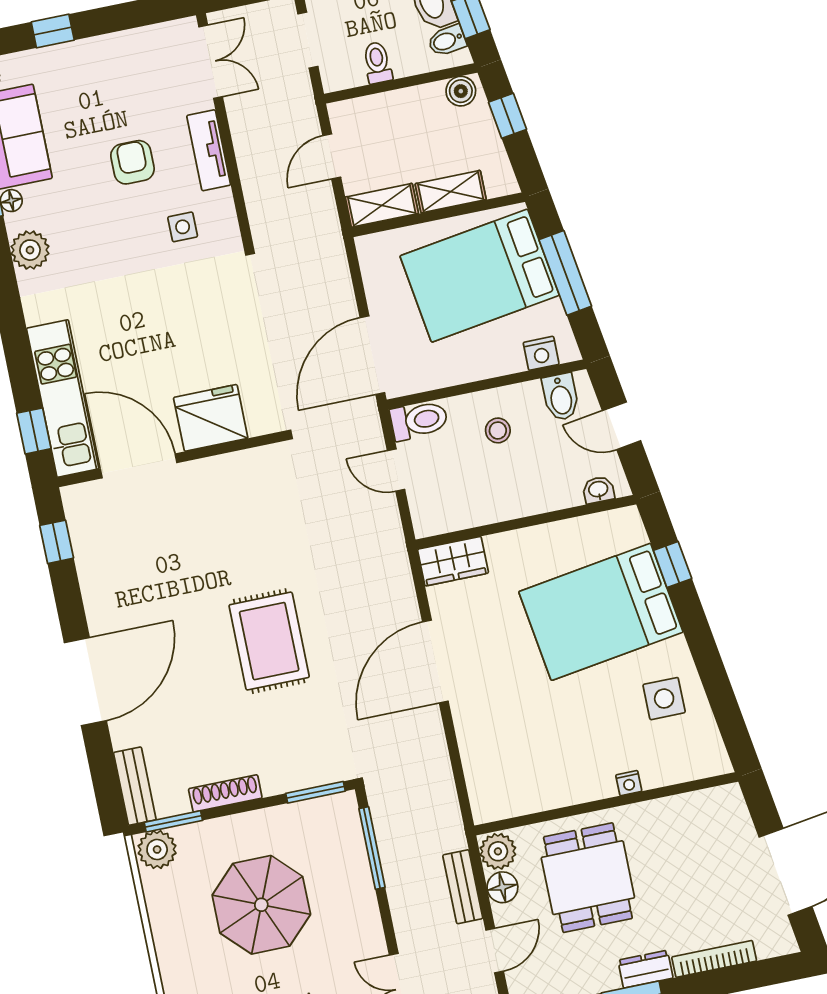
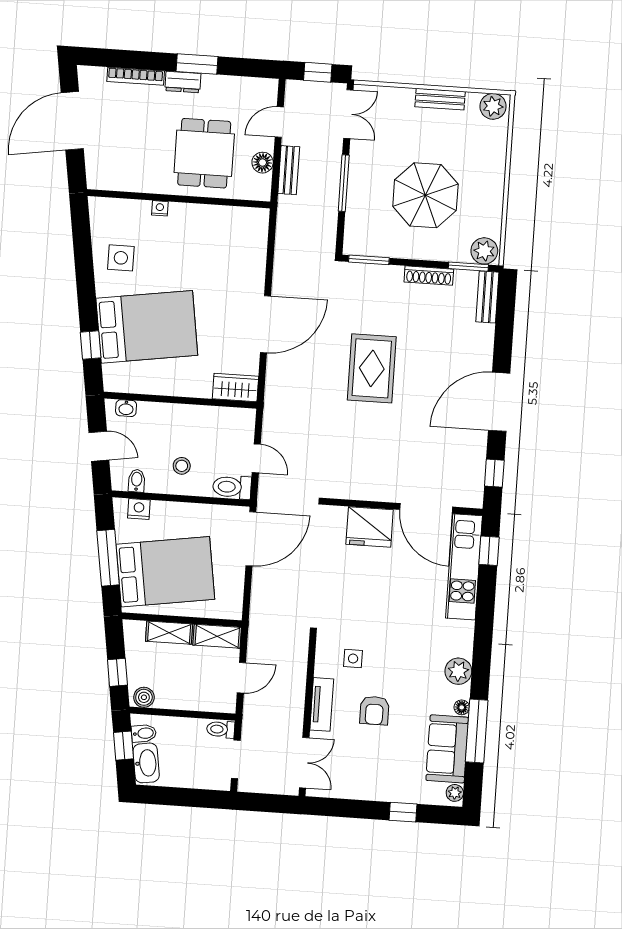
double door: (211, 62) -> (304, 763), swing flipped
toilet: (377, 63) -> (221, 729), moved, turned 90
bidet: (561, 397) -> (137, 481), width x0.72, depth x0.74
door: (85, 682) -> (499, 402), moved
window: (372, 848) -> (344, 183), moved
plant: (498, 851) -> (259, 187), removed

